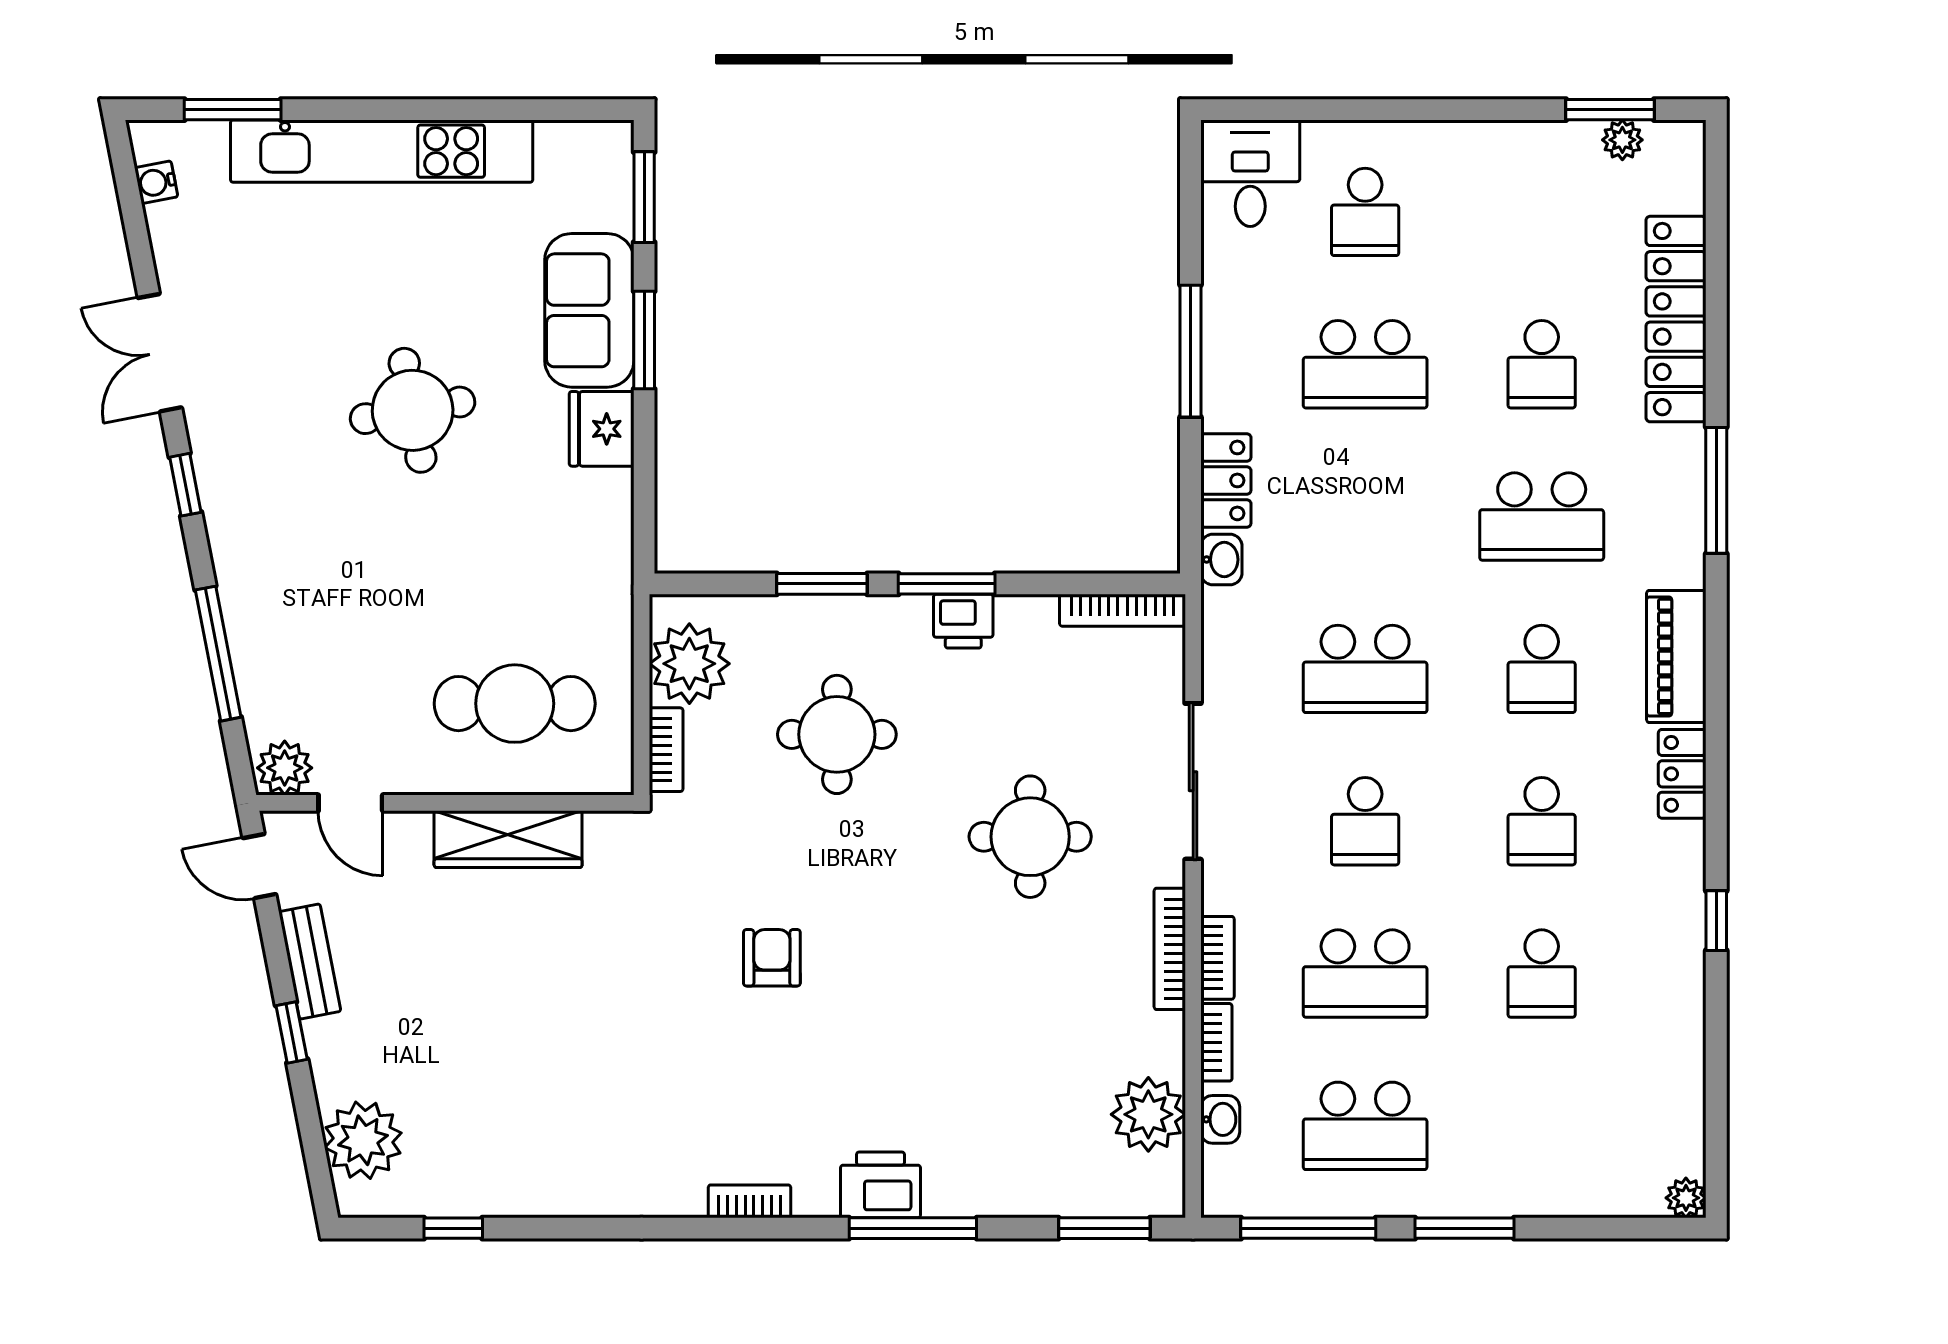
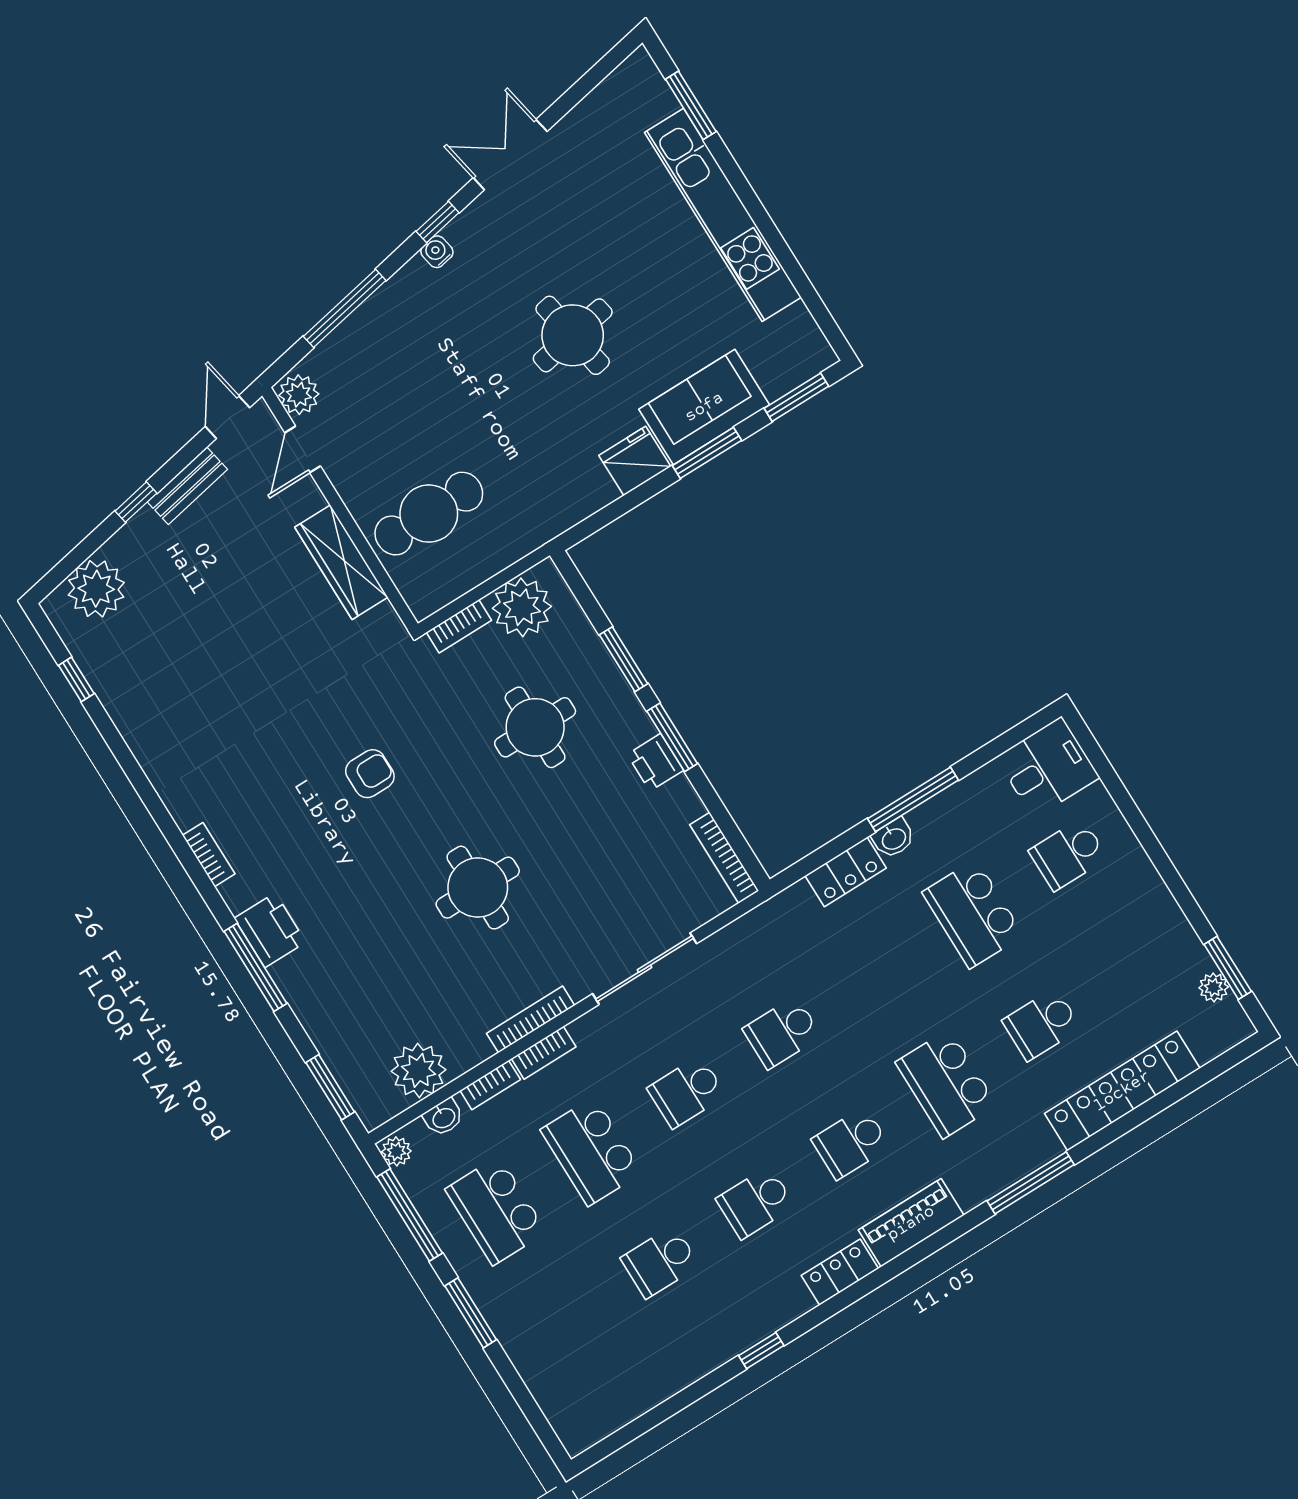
water cooler: (156, 182) -> (437, 252), moved
washbasin: (1221, 560) -> (893, 838), moved
school desk: (1365, 669) -> (782, 1033), width x0.54
cafe table: (515, 704) -> (429, 514), turned 90
round table: (1030, 837) -> (478, 888), moved
plant: (1686, 1198) -> (396, 1151), moved

